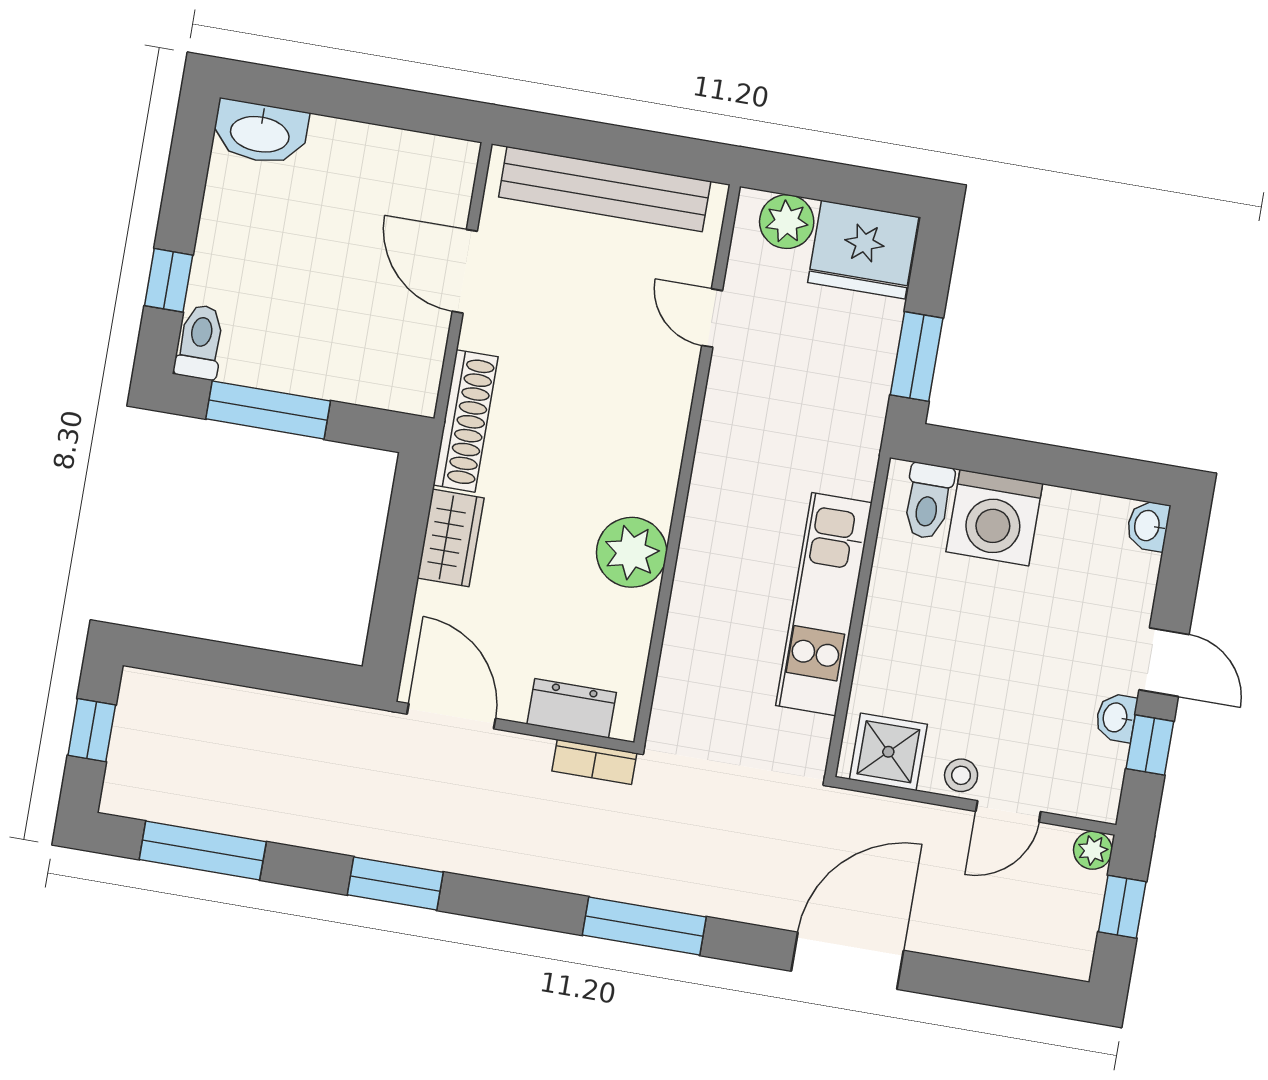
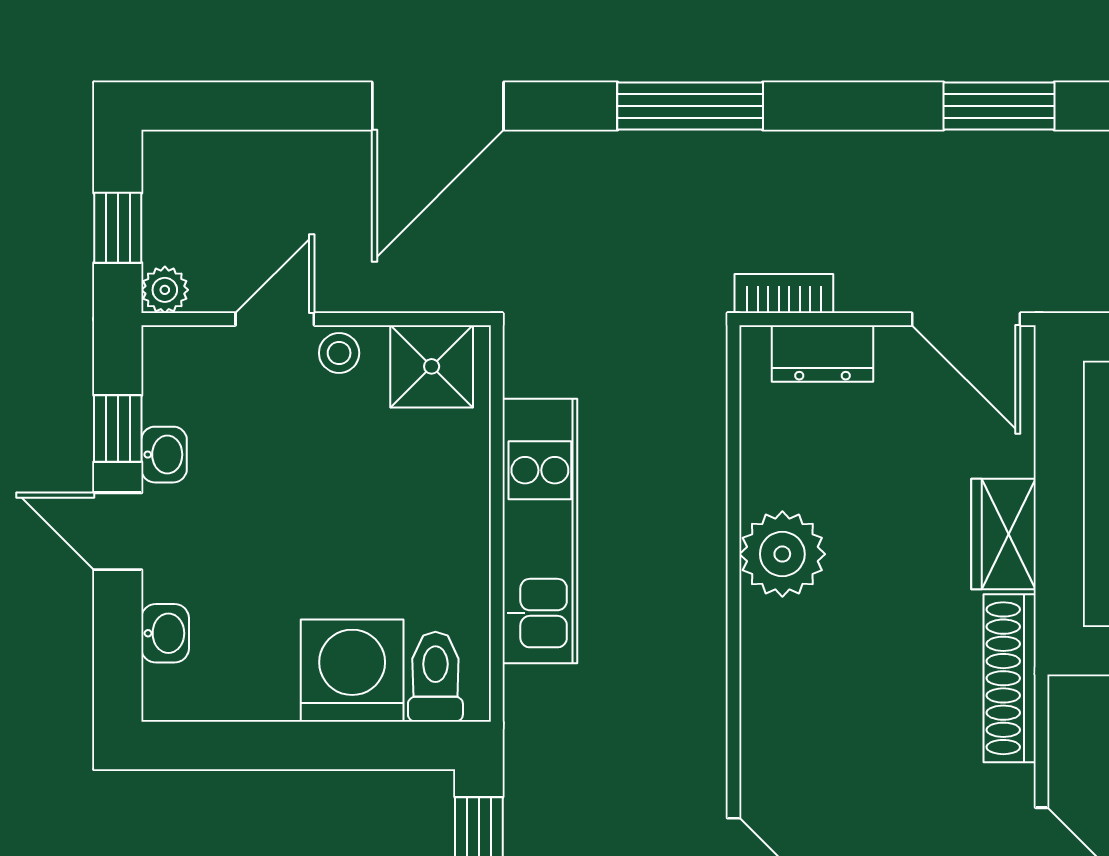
washbasin: (1148, 526) -> (165, 633), moved

